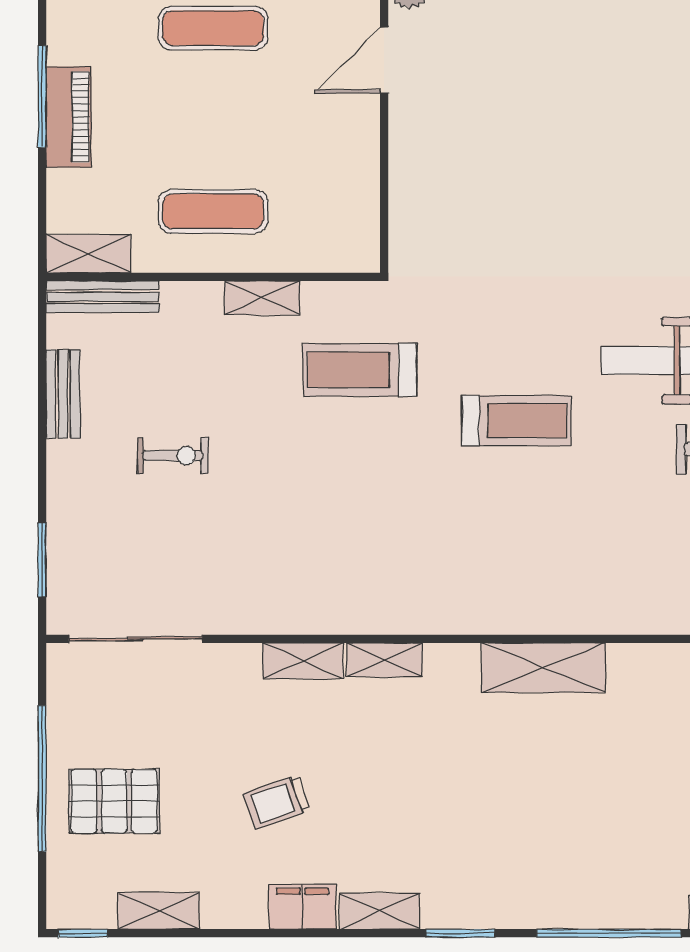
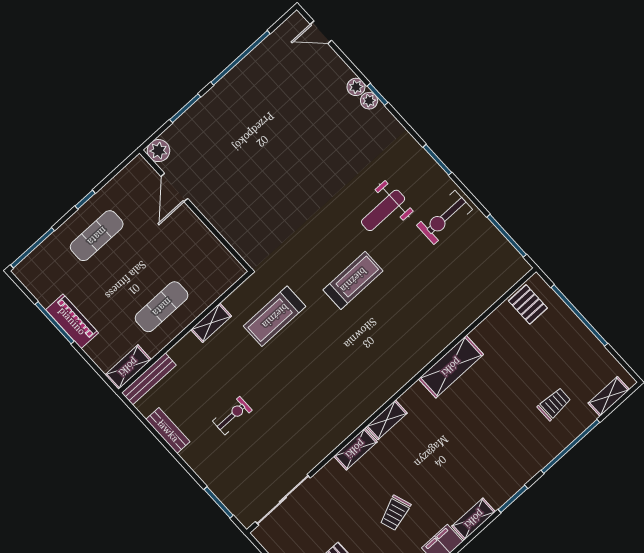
trolley: (641, 853) -> (554, 404), added

